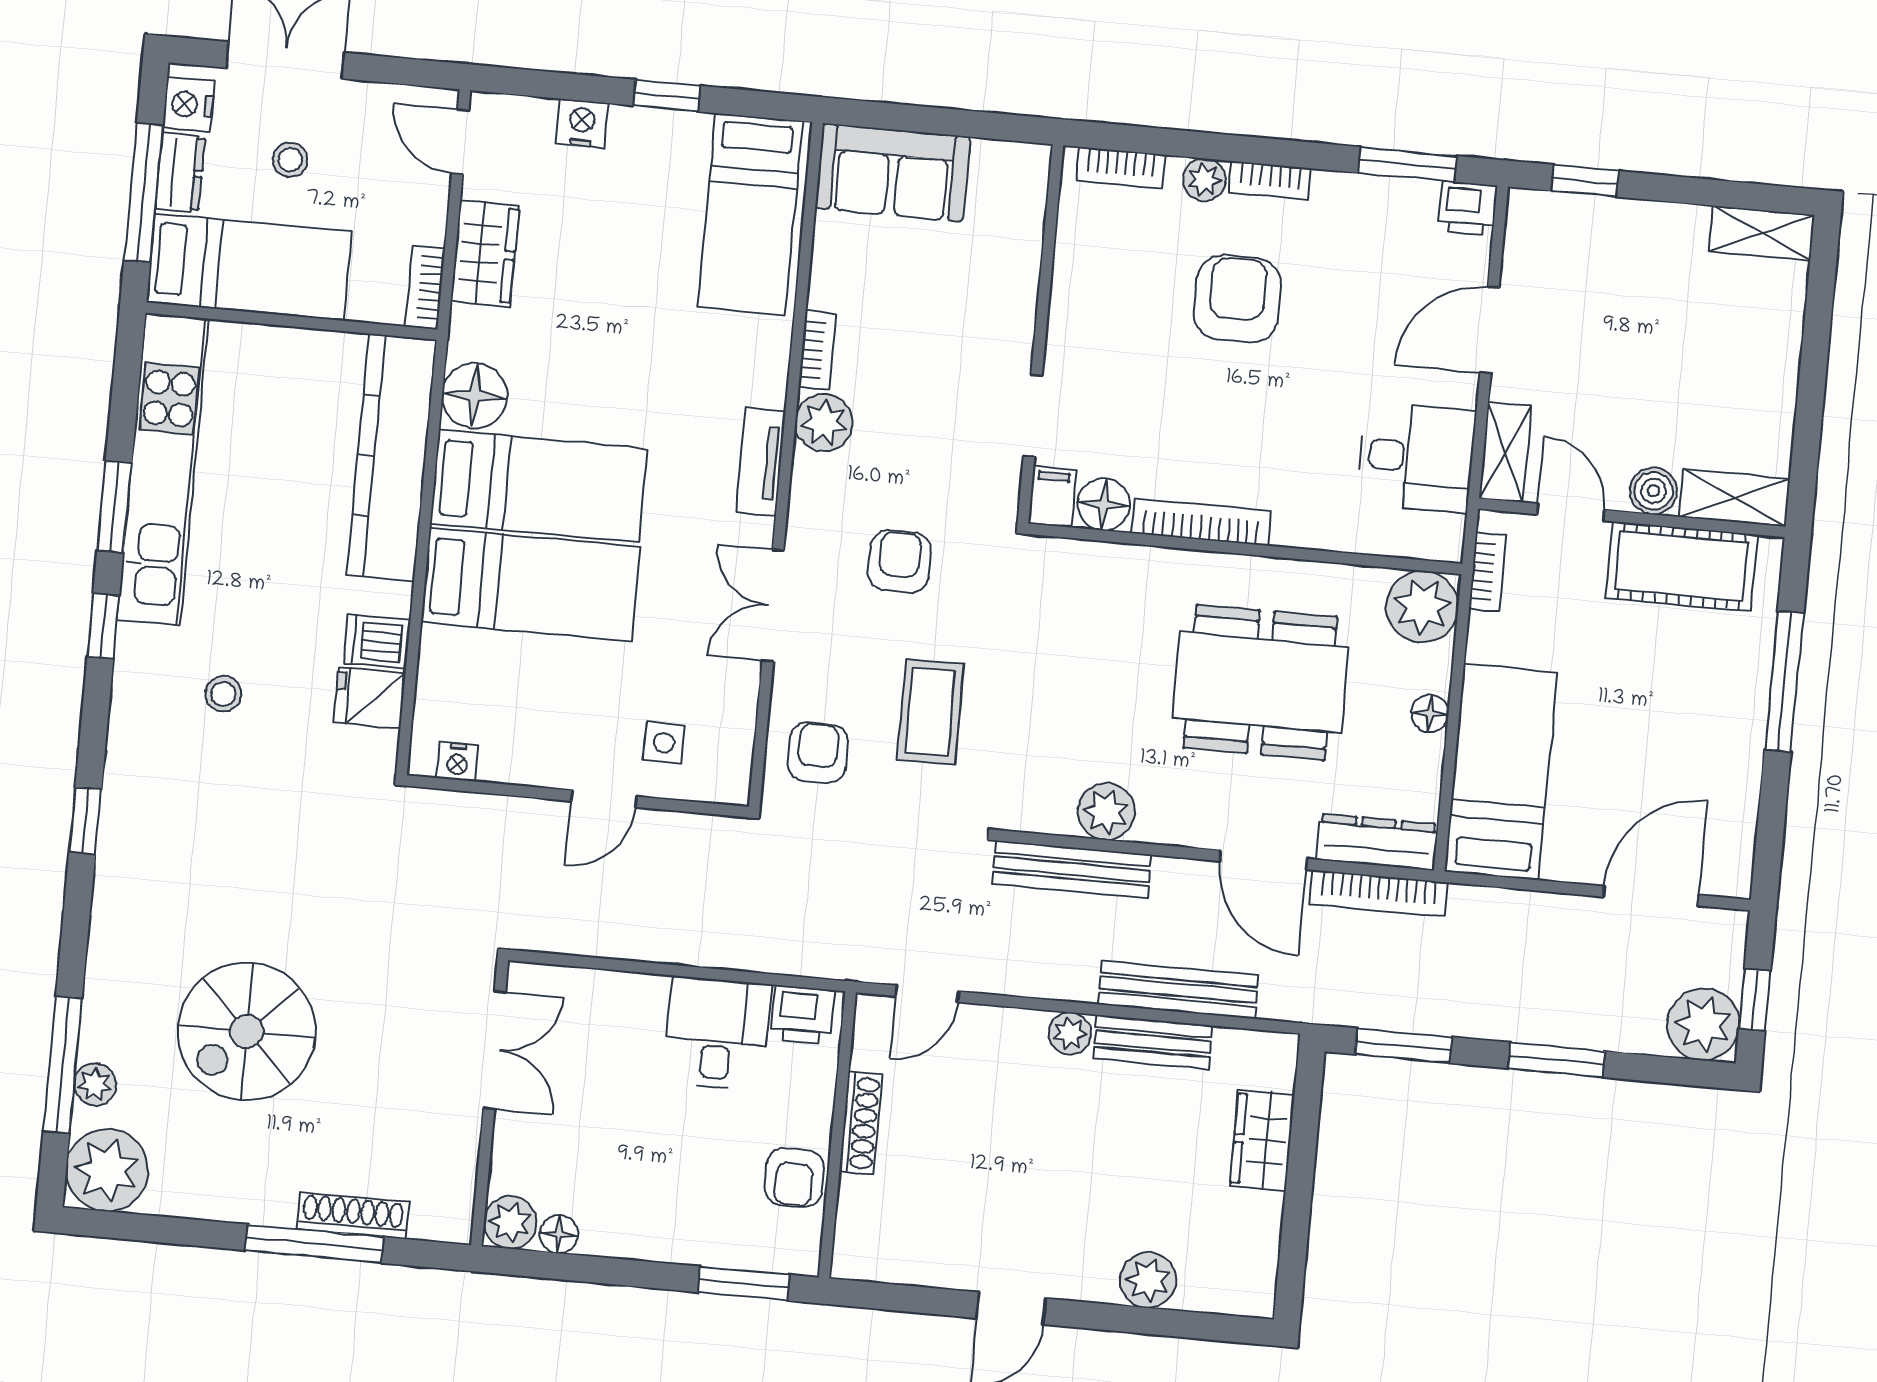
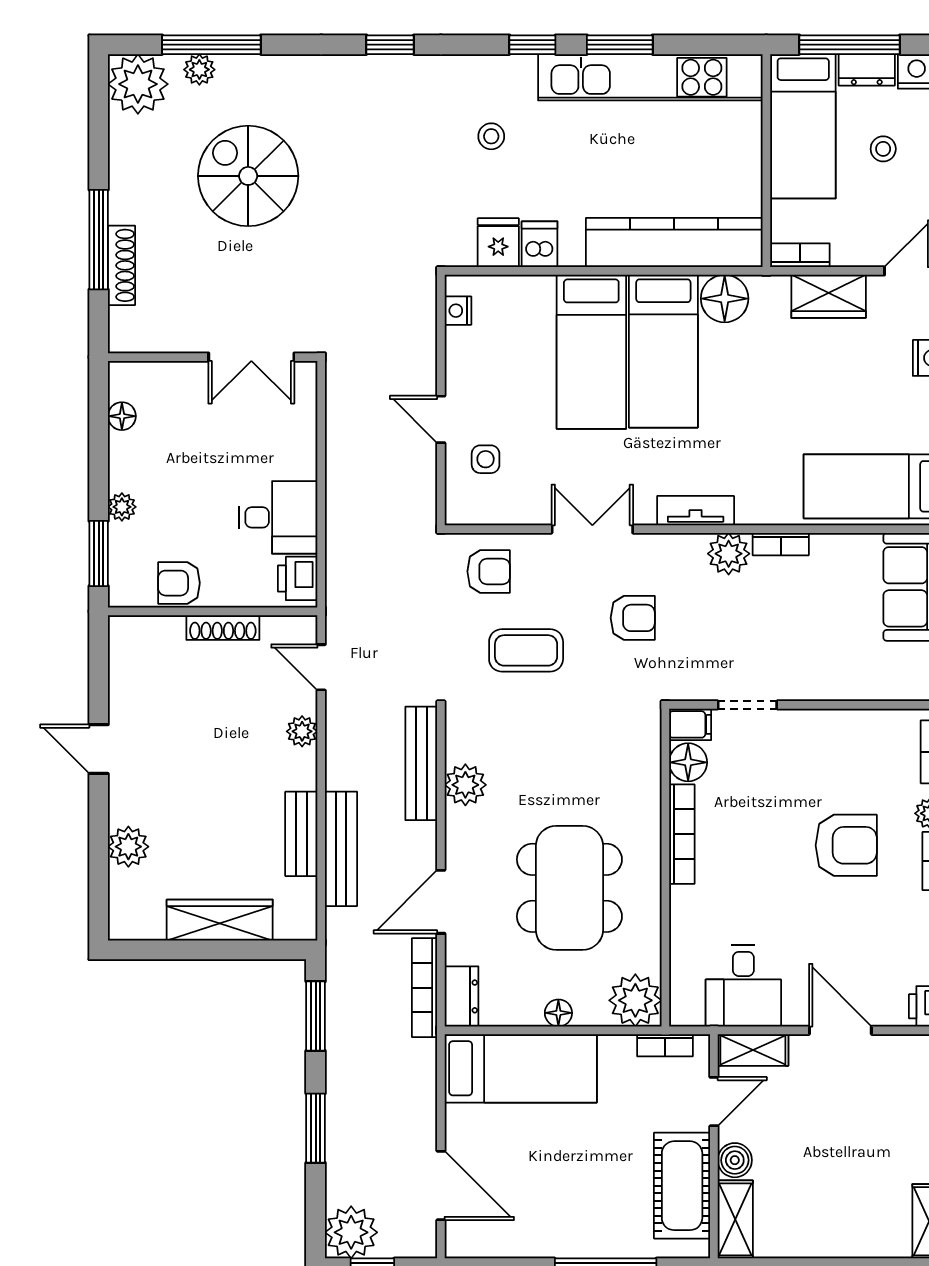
dresser: (1377, 842) -> (462, 996), width x0.70
plant: (1070, 1033) -> (302, 731), moved
wardrobe: (1262, 1140) -> (220, 920), width x1.50
plant: (510, 1222) -> (122, 507), moved, width x0.73, depth x0.73

